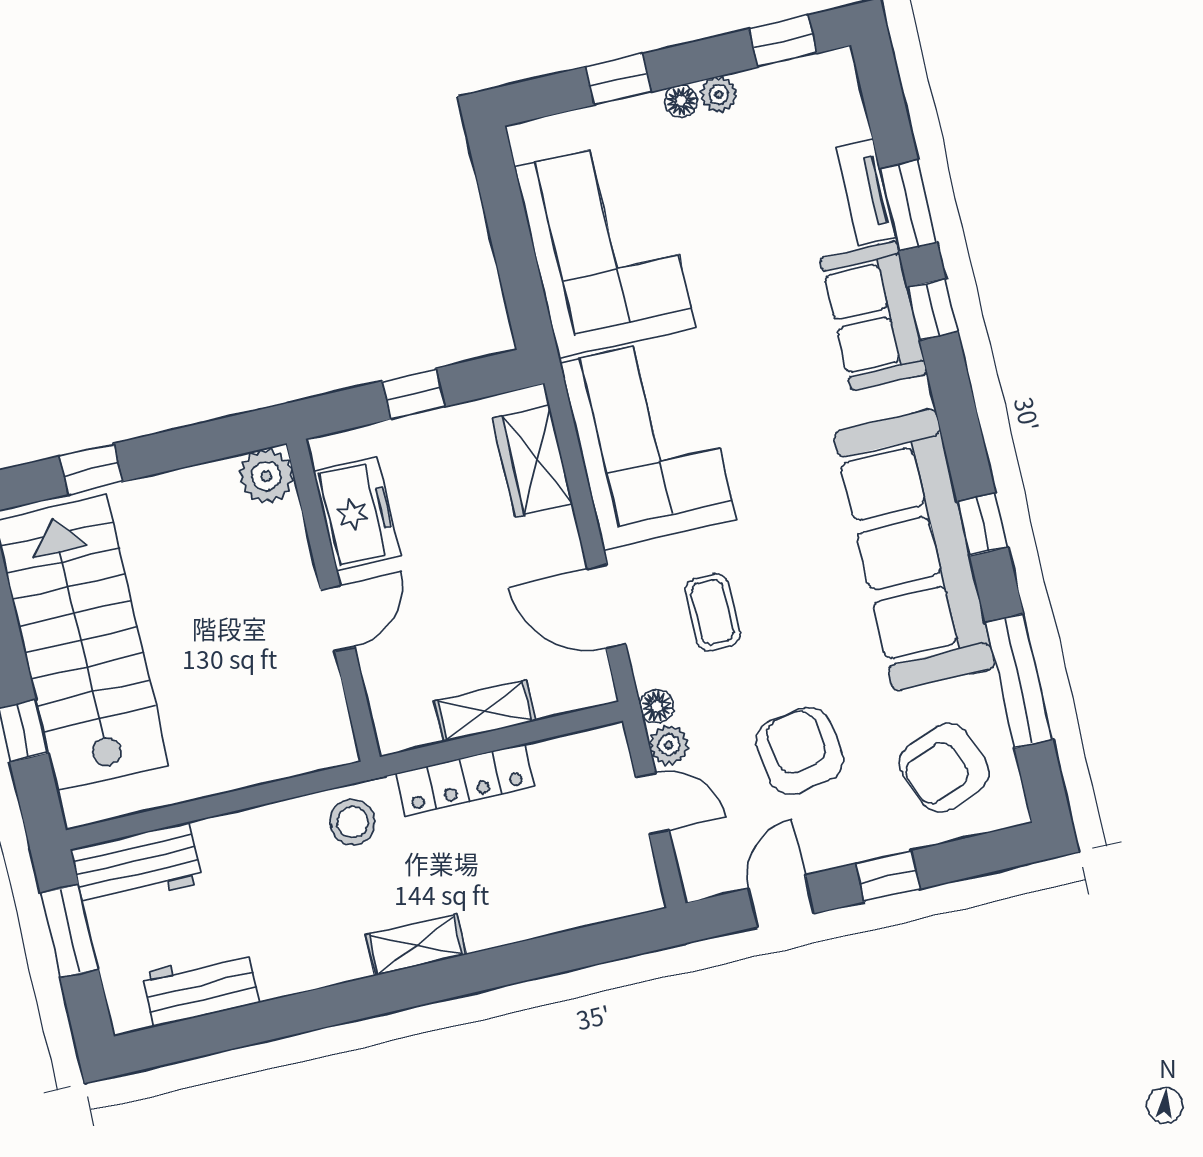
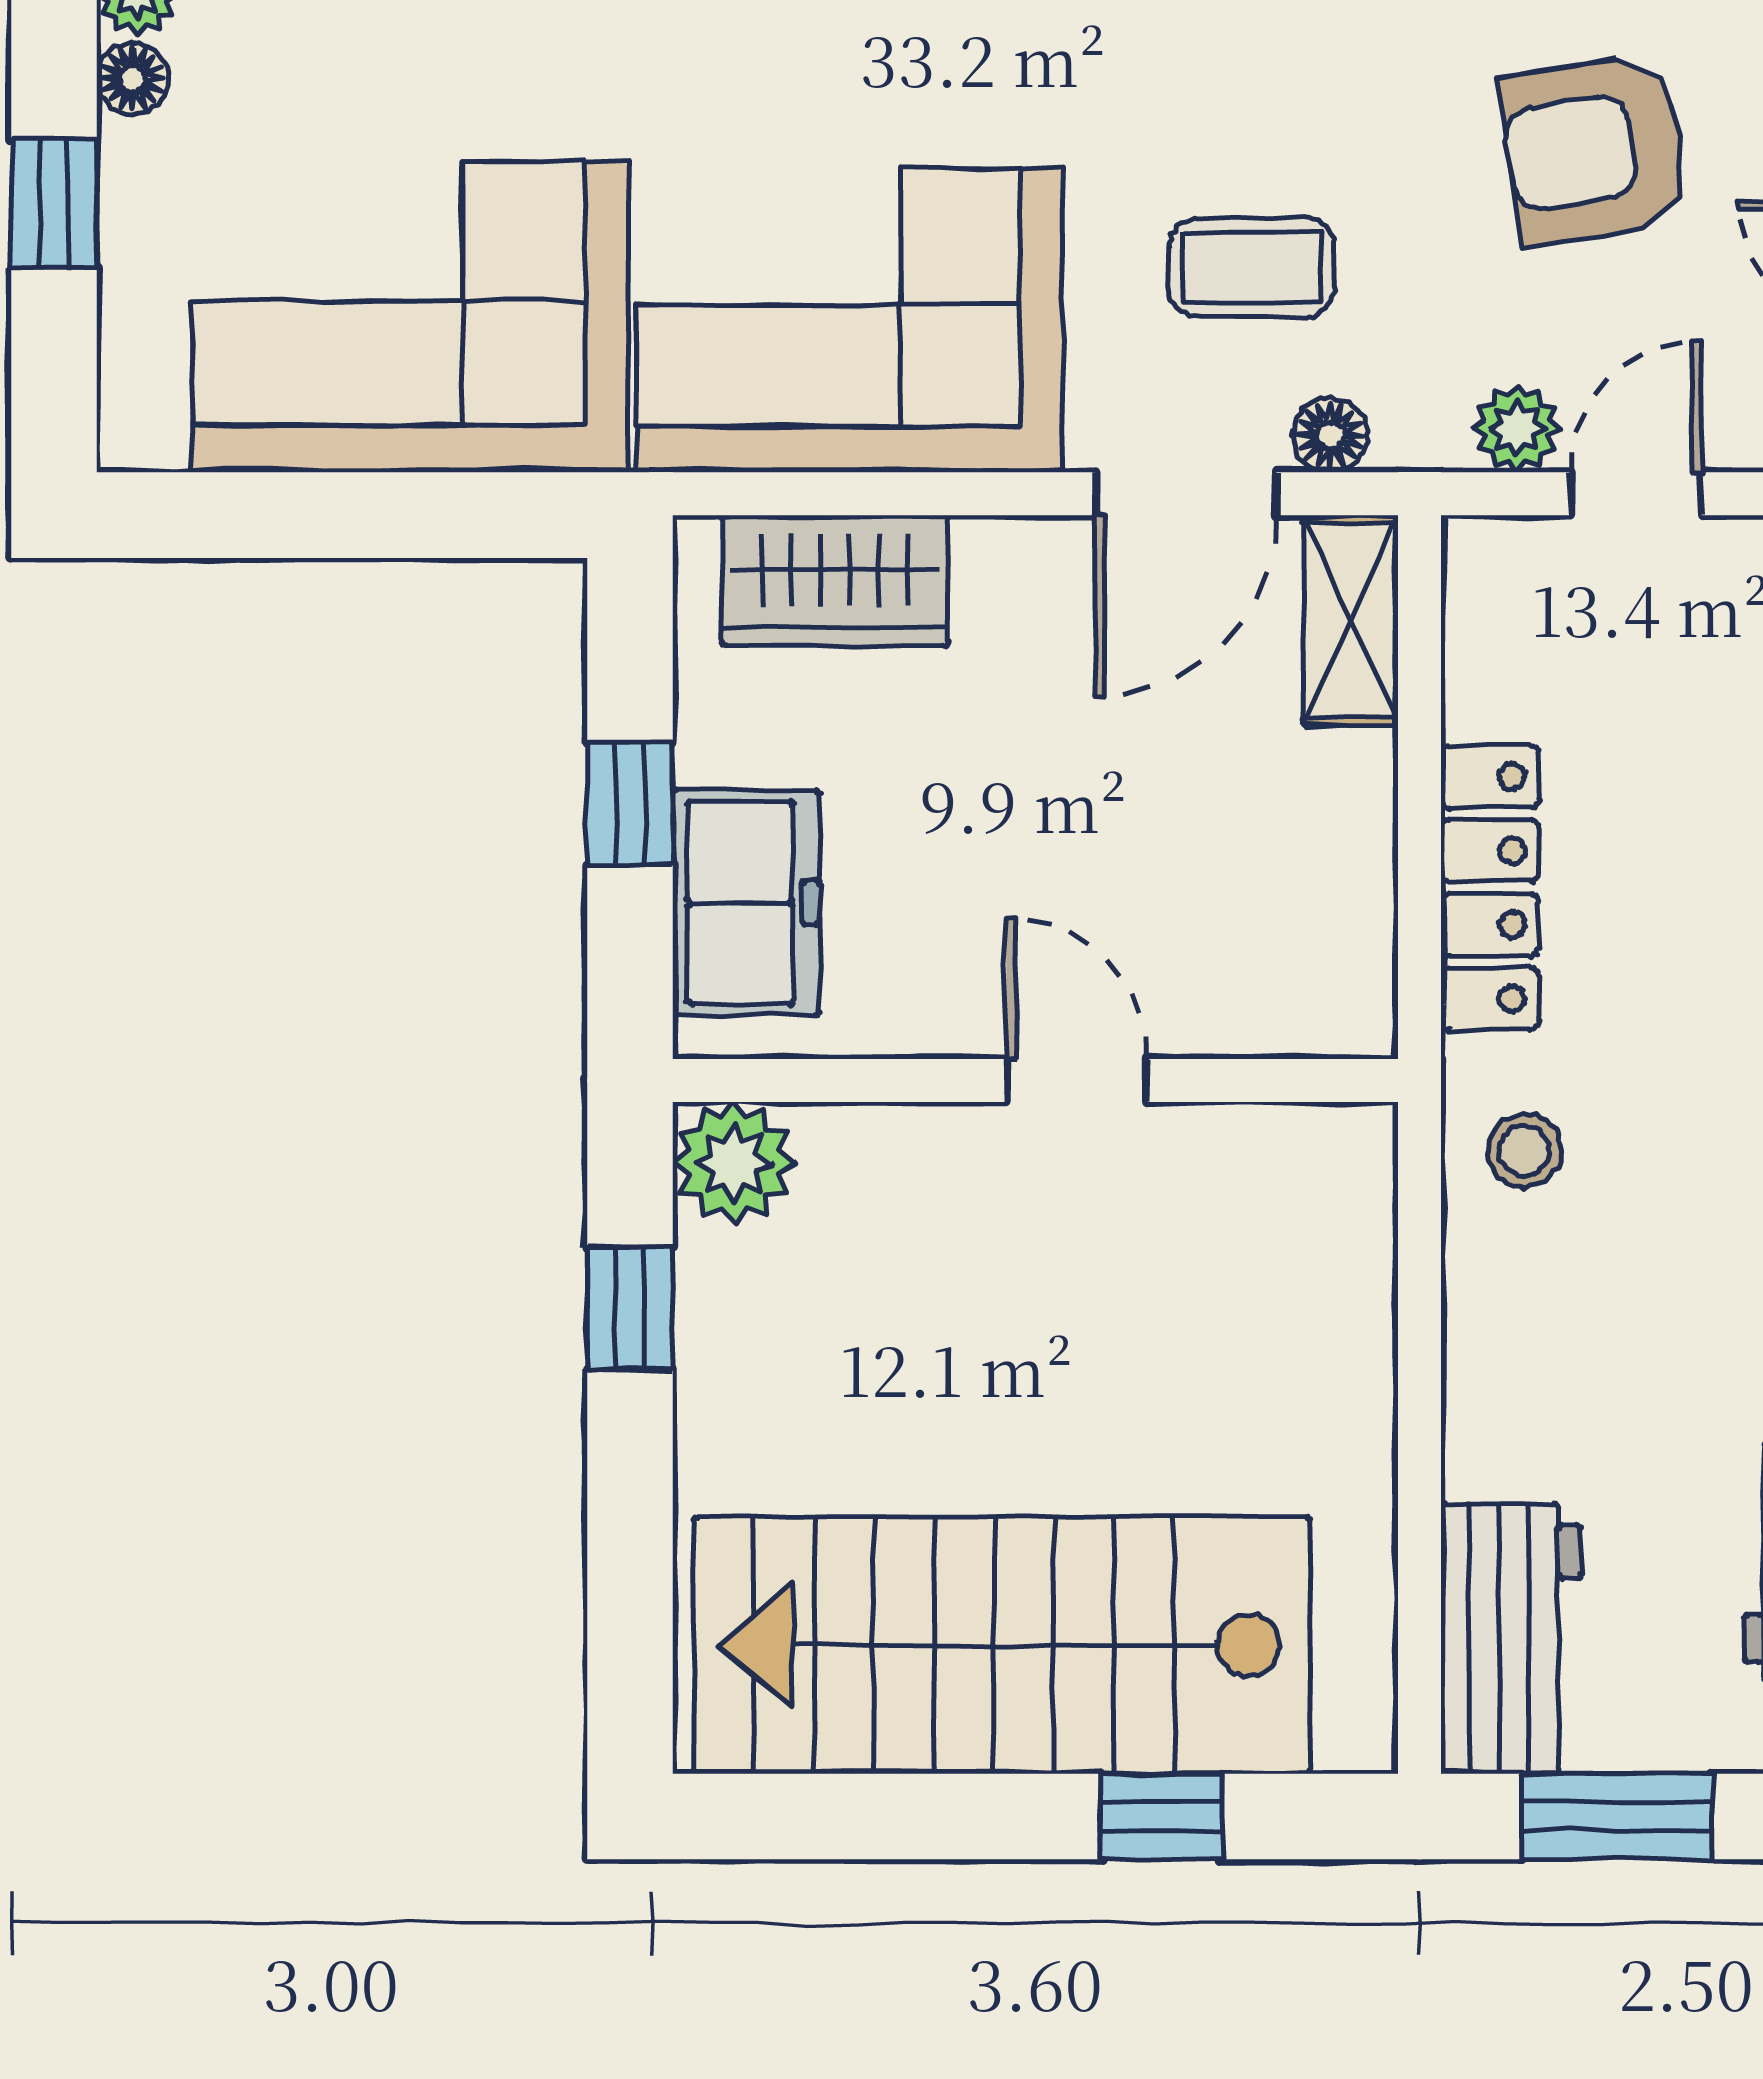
window: (91, 469) -> (630, 1308), moved
freezer: (357, 514) -> (746, 903), moved, turned 90
floor lamp: (657, 706) -> (1330, 435), moved
shelving: (485, 711) -> (1351, 620), moved
stool: (353, 822) -> (1524, 1150), width x0.73, depth x0.73

